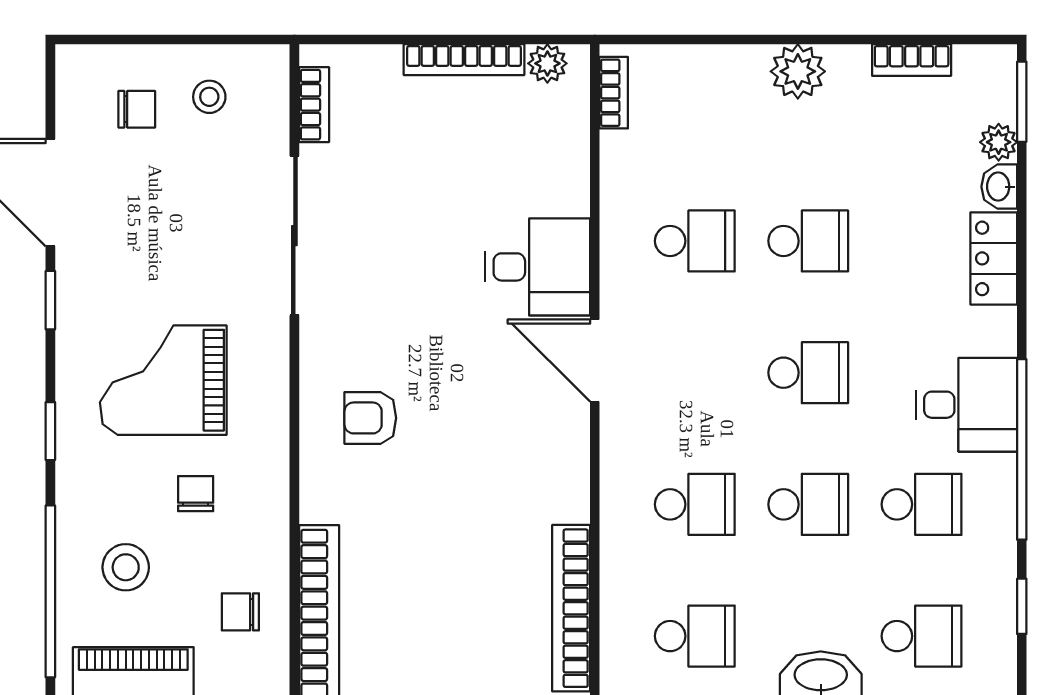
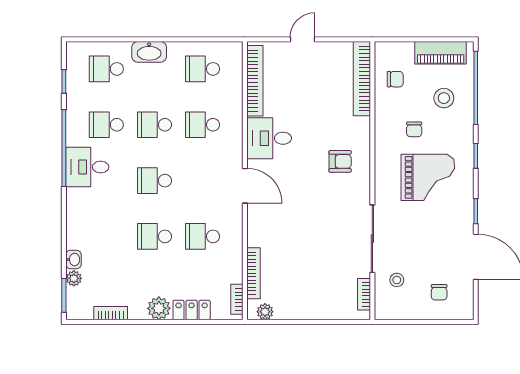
bookcase: (464, 60) -> (254, 273), moved, turned 90
stool: (209, 97) -> (397, 280), moved
chair: (137, 109) -> (439, 292), turned -90
locker: (994, 258) -> (192, 310), moved, turned -90
desk: (538, 267) -> (269, 138), moved

